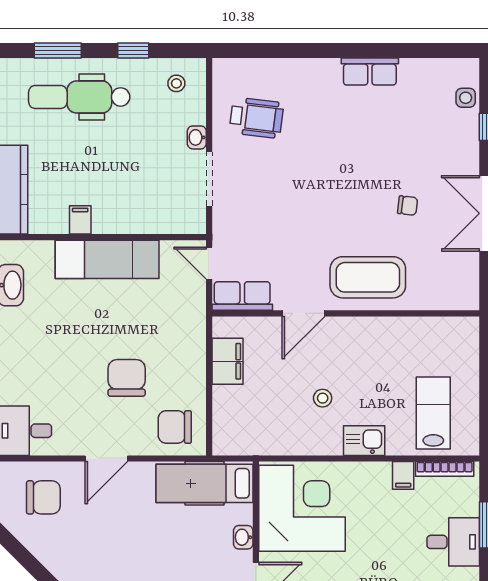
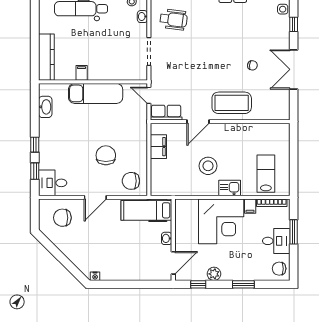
washbasin: (197, 137) -> (142, 17), moved
stool: (323, 398) -> (208, 166), width x1.89, depth x1.89
chair: (43, 497) -> (62, 218), turned 180
corner desk: (302, 508) -> (221, 221), moved, turned 90

